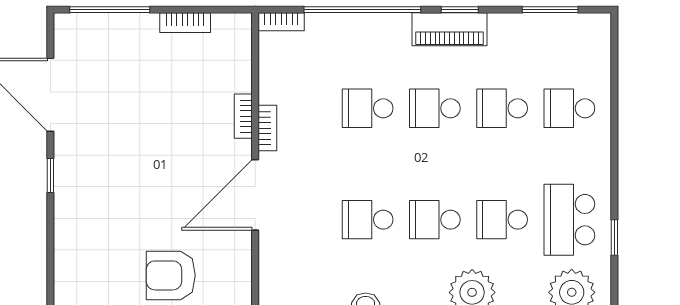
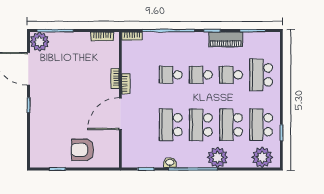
bookcase: (185, 23) -> (102, 36), moved
piano: (450, 29) -> (226, 39), moved
plant: (75, 34) -> (40, 42), added
school desk: (569, 108) -> (261, 75), width x1.85
school desk: (368, 220) -> (171, 125), width x1.85
school desk: (435, 220) -> (201, 125), width x1.85
school desk: (502, 220) -> (231, 125), width x1.85

